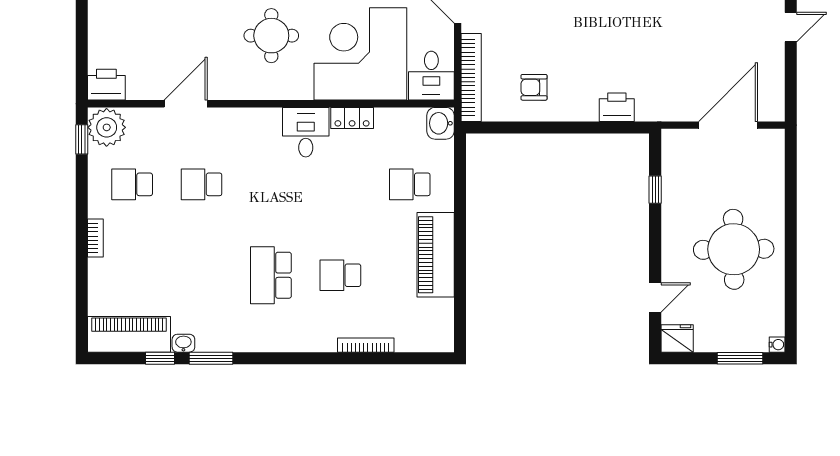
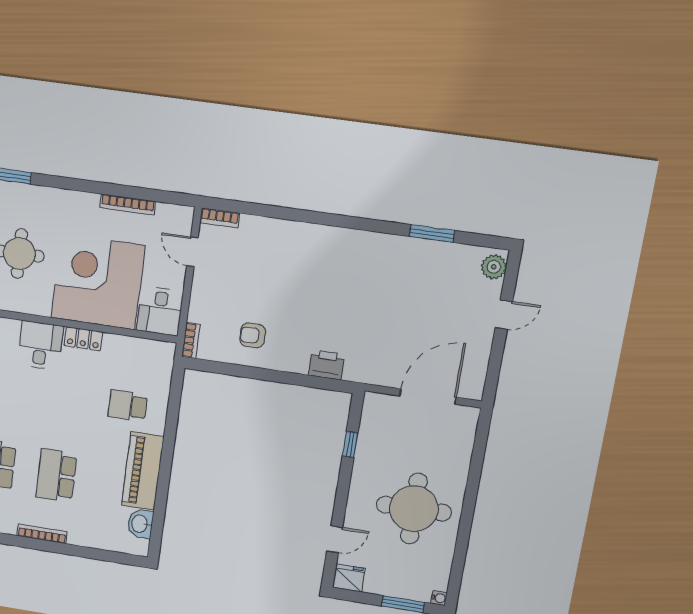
bookcase: (471, 77) -> (191, 340), width x0.43, depth x0.76
washbasin: (441, 123) -> (140, 524), moved
school desk: (340, 275) -> (56, 475), width x1.85
bookcase: (366, 345) -> (42, 534), moved

